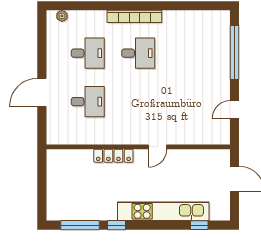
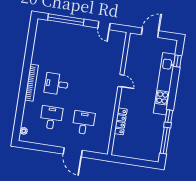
desk: (138, 53) -> (56, 84), turned -90
locker: (113, 156) -> (121, 121), moved

